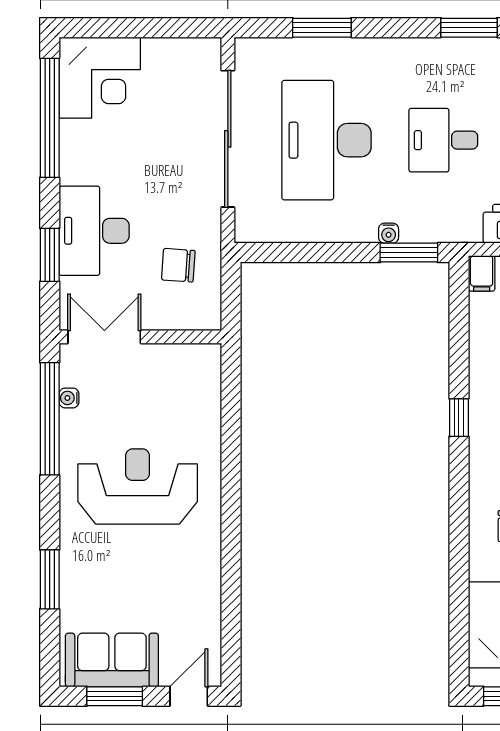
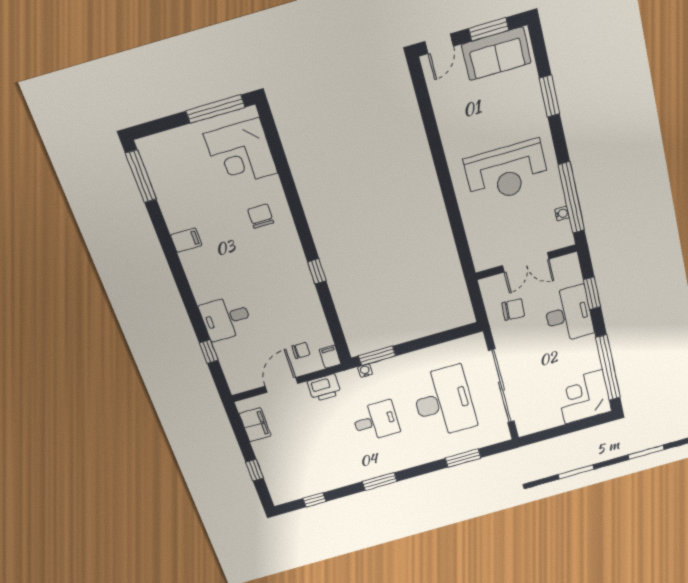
water cooler: (389, 233) -> (365, 371), moved
double door: (104, 337) -> (526, 262), moved

